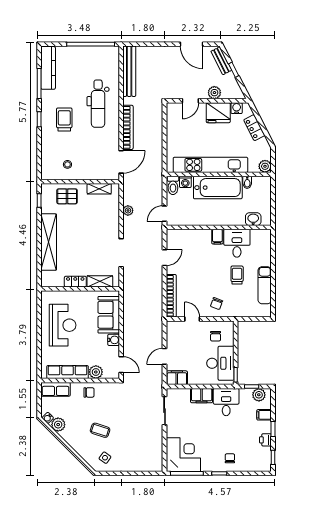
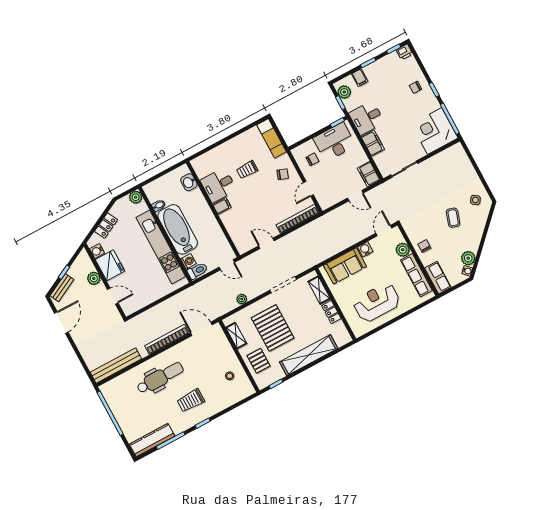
pallet: (89, 224) -> (273, 328), added
exam couch: (265, 285) -> (272, 138), moved, turned 90
printer: (265, 440) -> (404, 52), moved

